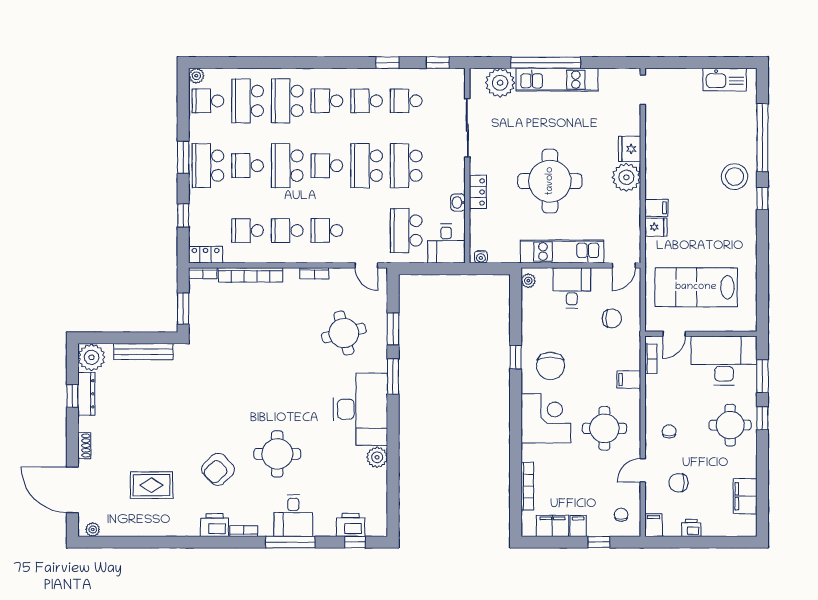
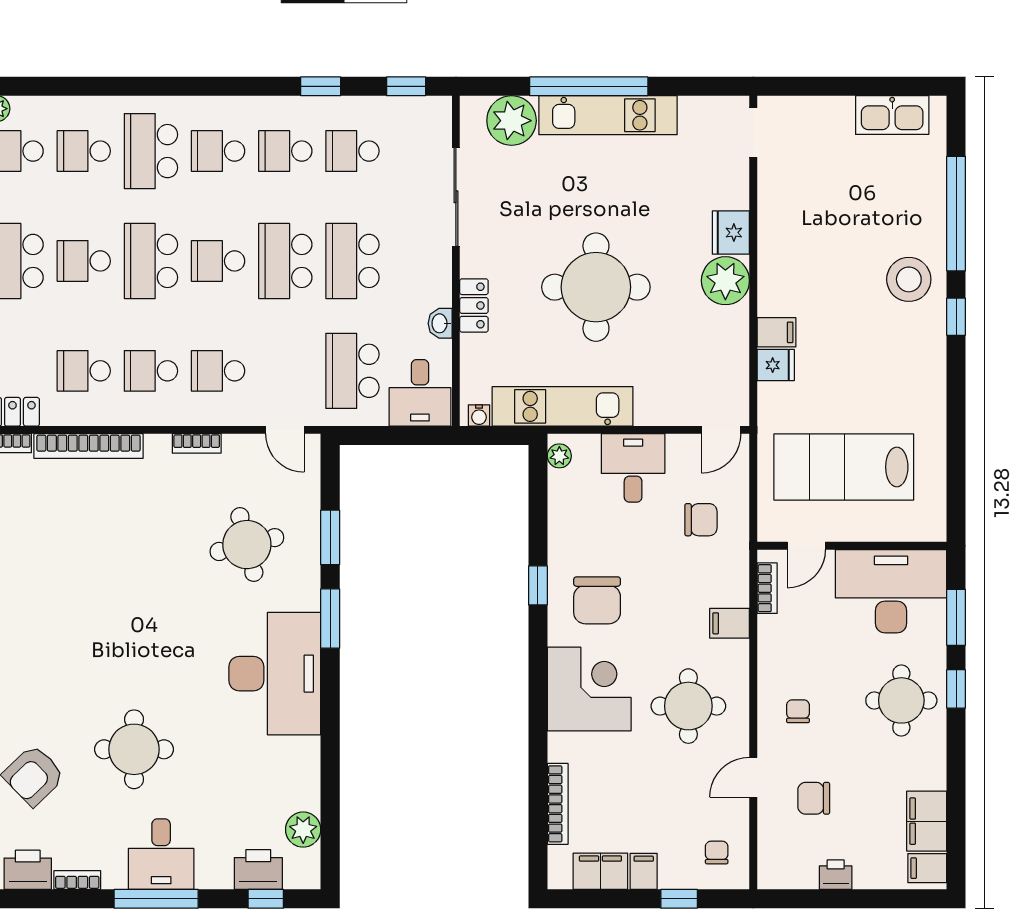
school desk: (248, 101) -> (84, 151), width x0.54
kitchen unit: (562, 251) -> (563, 406), moved
plant: (377, 457) -> (303, 830), moved
filing cabinet: (654, 525) -> (927, 868), moved, turned -90

